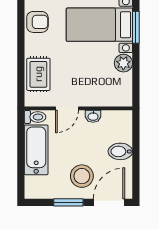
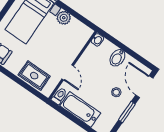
washbasin: (93, 116) -> (97, 40), moved
stool: (82, 176) -> (116, 92), width x0.53, depth x0.53

